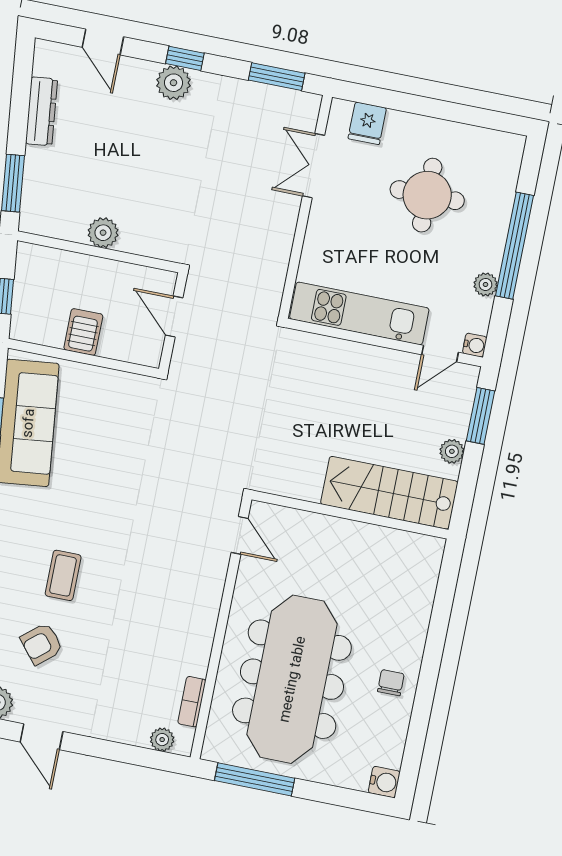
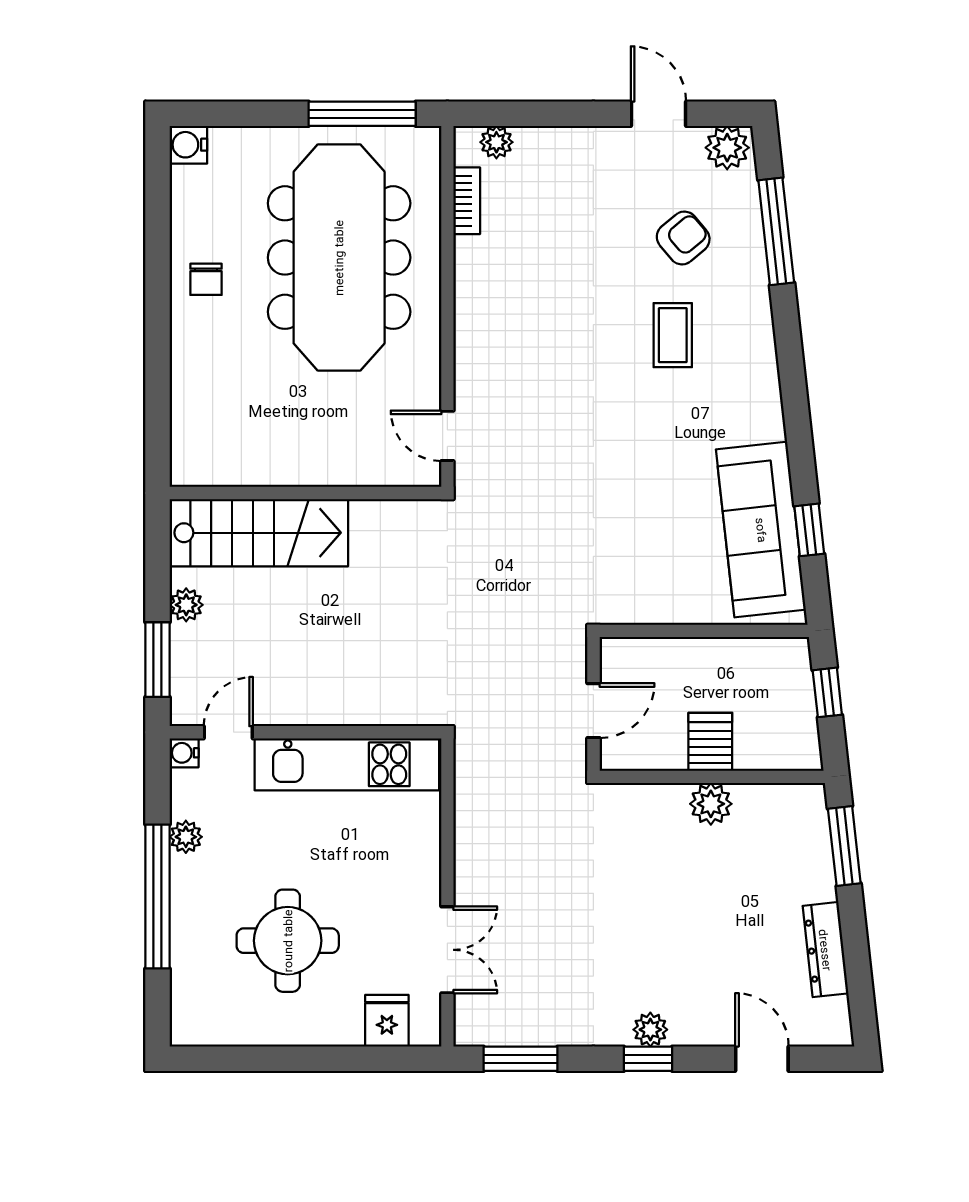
plant: (174, 83) -> (650, 1030), width x0.73, depth x0.73
door: (174, 317) -> (593, 711), hinge flipped
server rack: (83, 332) -> (710, 742), moved, turned 180

